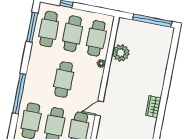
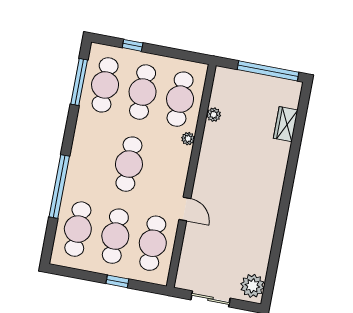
plant: (121, 53) -> (214, 115), width x0.53, depth x0.53
wardrobe: (153, 107) -> (286, 124), moved
door: (99, 108) -> (185, 209), swing flipped

